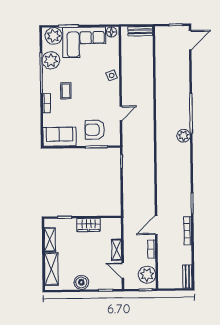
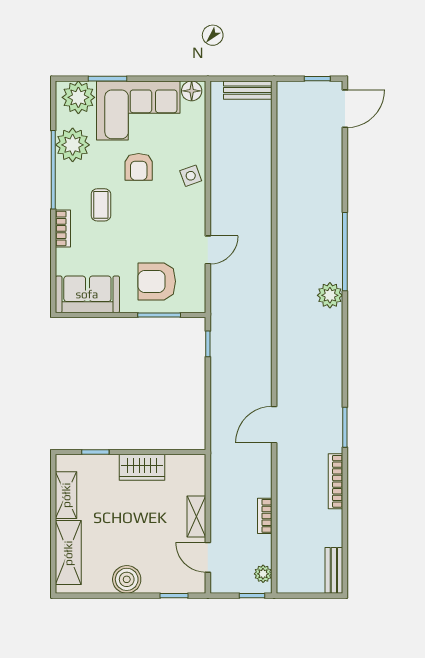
armchair: (85, 71) -> (139, 167), added
door: (156, 225) -> (274, 425), moved
plant: (147, 275) -> (263, 574), width x0.53, depth x0.53

